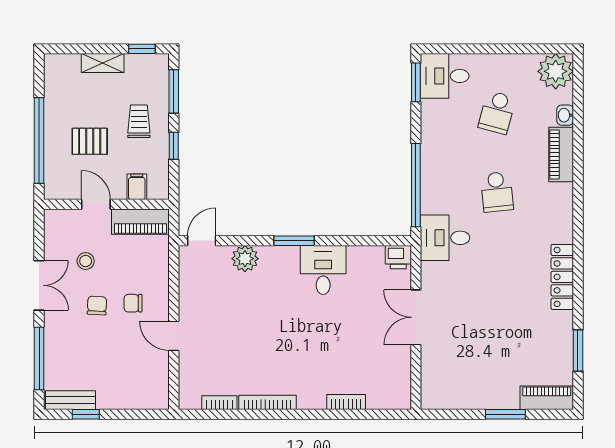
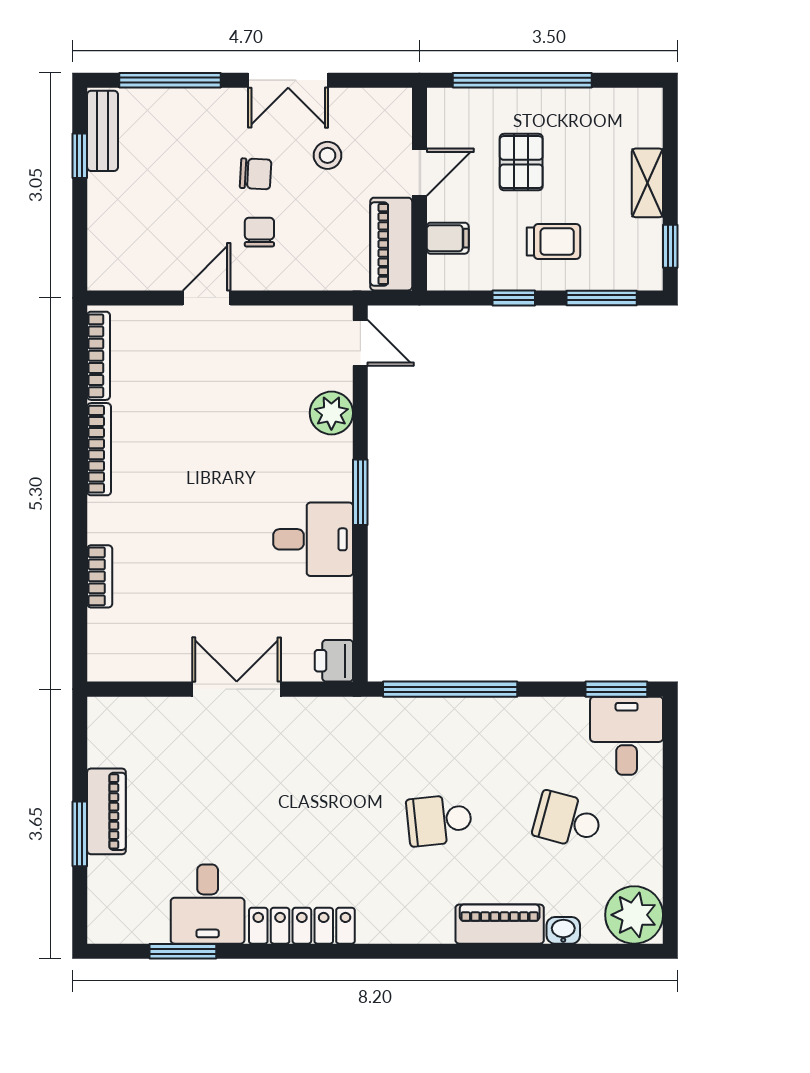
desk: (445, 238) -> (208, 904), moved, turned 180
piano: (547, 398) -> (106, 811), moved
bookcase: (219, 403) -> (99, 356), width x1.56

